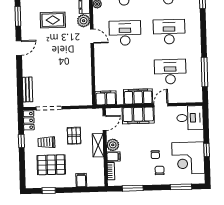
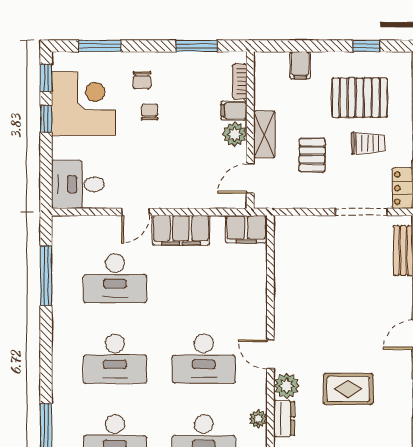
filing cabinet: (138, 115) -> (182, 192), removed
window: (207, 170) -> (46, 78), added

